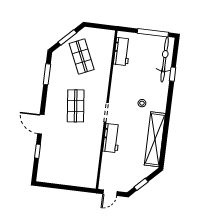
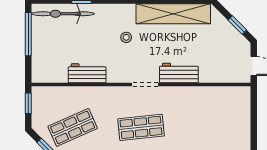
window: (103, 27) -> (28, 103), added
workbench: (122, 52) -> (87, 73), moved

